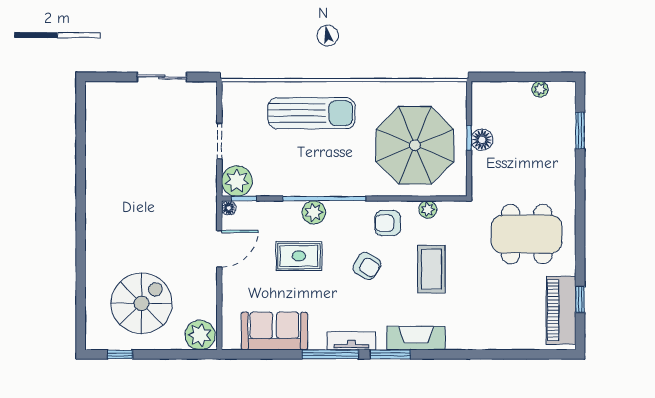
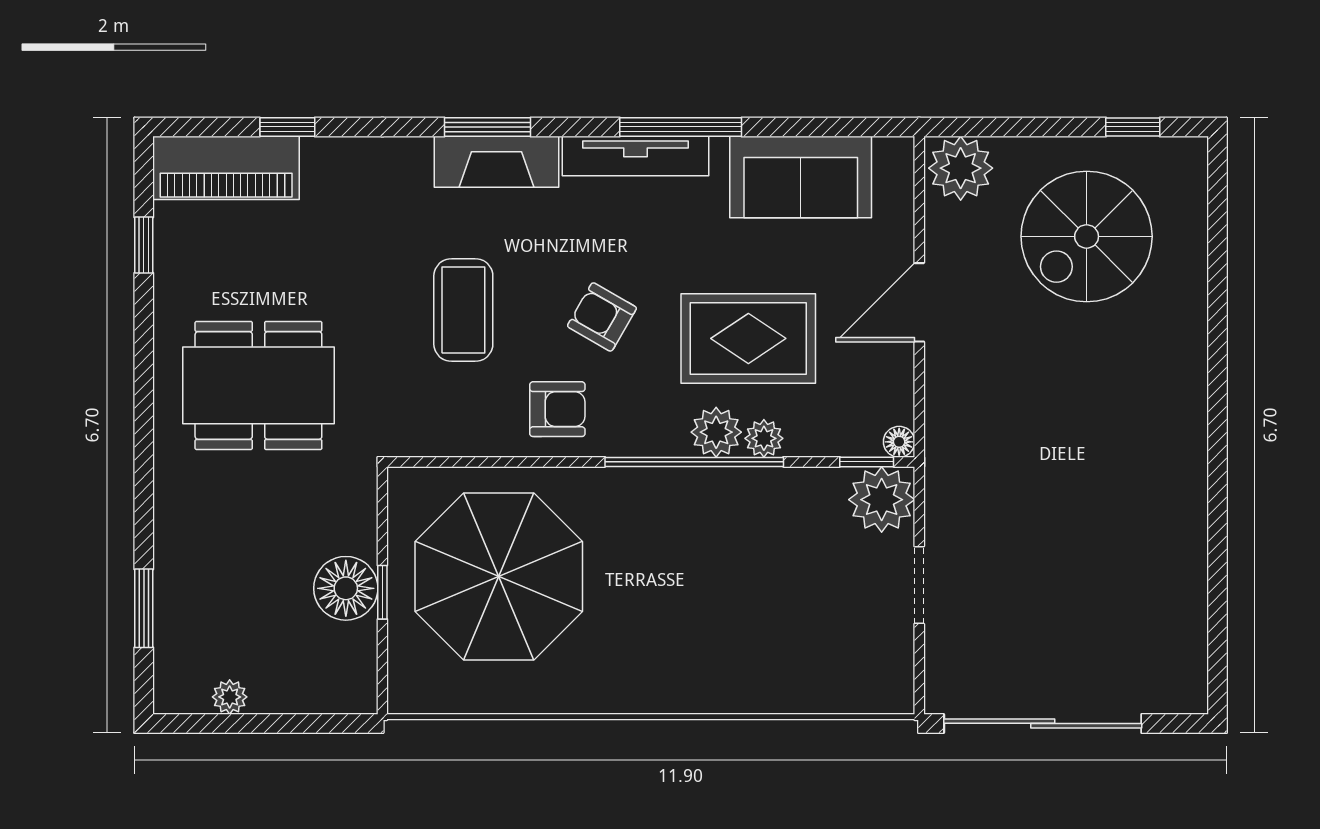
sliding door: (162, 77) -> (1043, 723), width x1.86
sun lounger: (312, 113) -> (721, 646), removed
floor lamp: (482, 140) -> (346, 588), width x1.38, depth x1.38
plant: (428, 210) -> (764, 438), moved
door: (219, 249) -> (919, 302), moved
rug: (299, 256) -> (748, 338), width x1.36, depth x1.43
piano: (561, 310) -> (226, 168), moved, turned 90
tv unit: (351, 341) -> (635, 156), width x1.41
window: (390, 354) -> (487, 127), moved
window: (513, 354) -> (287, 127), added

